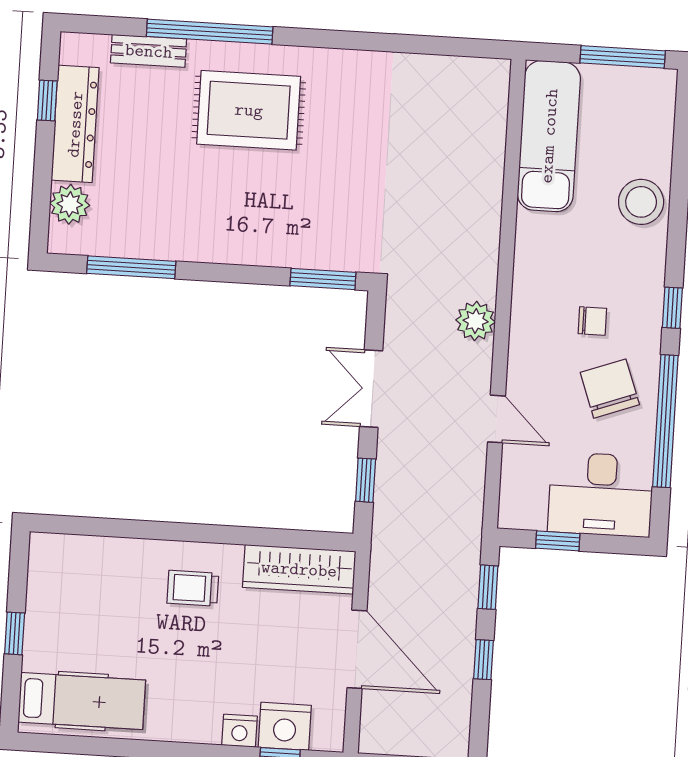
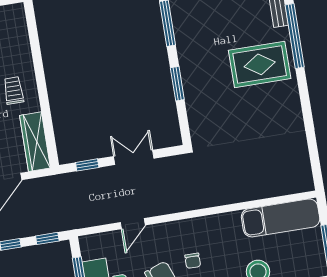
rug: (249, 110) -> (260, 64), turned 90
window: (323, 279) -> (177, 84), moved
plant: (476, 321) -> (180, 202), removed

